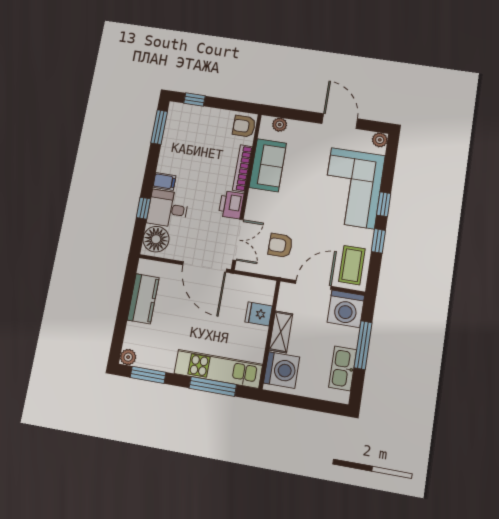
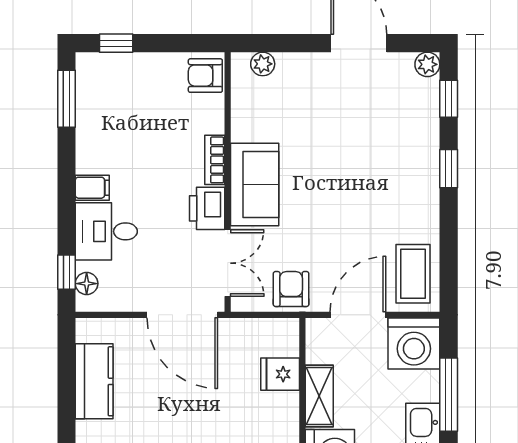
sofa: (268, 165) -> (255, 185), moved
bookcase: (242, 168) -> (215, 160), width x0.64
corner sofa: (353, 188) -> (396, 150), removed
window: (143, 208) -> (66, 272), moved
floor lamp: (156, 239) -> (87, 284), width x0.53, depth x0.53
window: (378, 241) -> (449, 99), moved
armchair: (280, 245) -> (291, 289), moved, turned 90

